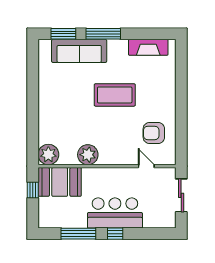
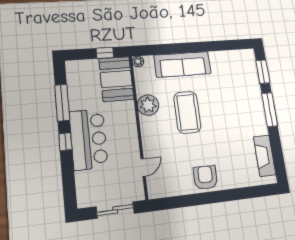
sofa: (79, 51) -> (183, 64), moved, turned -90
coffee table: (115, 95) -> (187, 112), moved
armchair: (154, 133) -> (205, 177), moved
plant: (48, 155) -> (138, 61), width x0.53, depth x0.53

